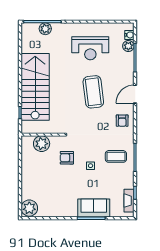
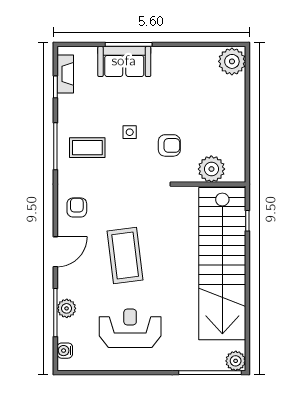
plant: (45, 29) -> (236, 361), moved
plant: (128, 46) -> (67, 308), moved
stairs: (35, 87) -> (222, 264), width x1.36

